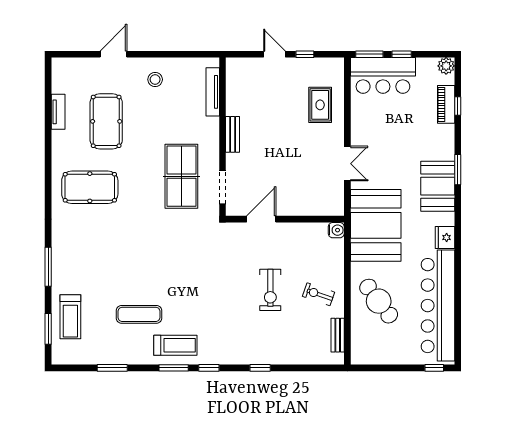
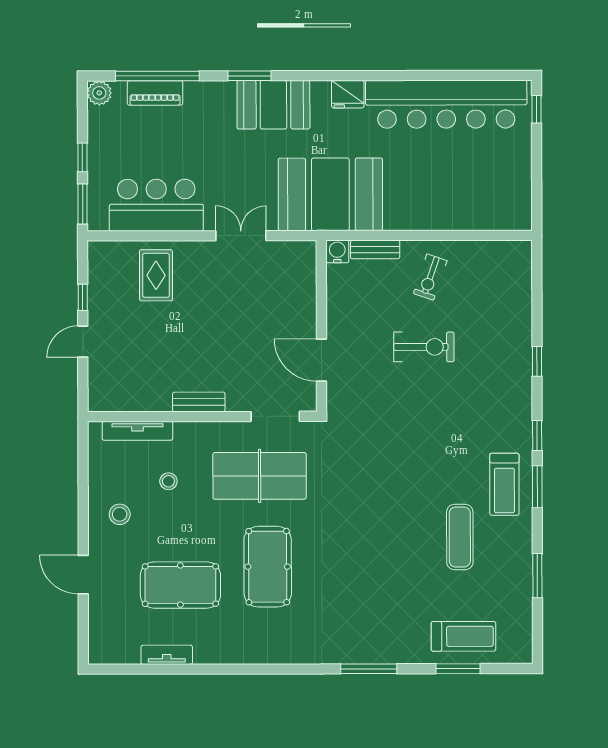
bar counter: (383, 75) -> (156, 205), moved, turned -90
rug: (320, 105) -> (156, 275), turned 90
window: (458, 106) -> (157, 76), width x3.17
stool: (178, 113) -> (168, 481), added
pool table: (90, 187) -> (268, 567), moved
window: (48, 267) -> (369, 669), moved
cafe table: (379, 301) -> (440, 190), removed
window: (48, 329) -> (458, 669), moved
bench: (338, 335) -> (375, 249), moved
treadmill: (175, 345) -> (504, 484), turned 180

